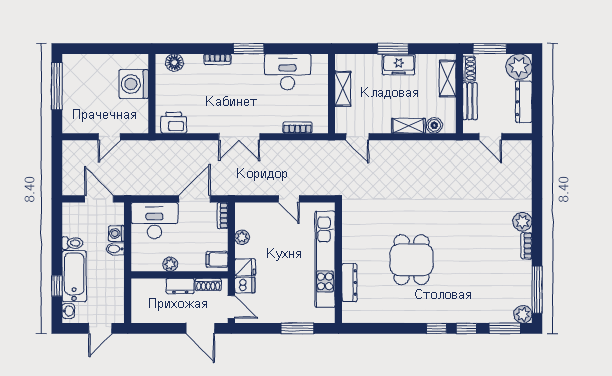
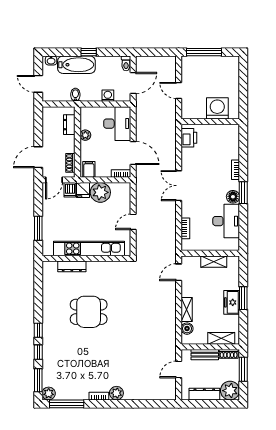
floor lamp: (174, 63) -> (233, 197), moved
window: (57, 86) -> (204, 52), moved
plant: (242, 237) -> (100, 192), width x1.88, depth x1.88
toilet: (72, 243) -> (126, 63), moved
bidet: (115, 249) -> (75, 95), moved
window: (57, 286) -> (89, 52), moved
dresser: (180, 286) -> (69, 125), moved

